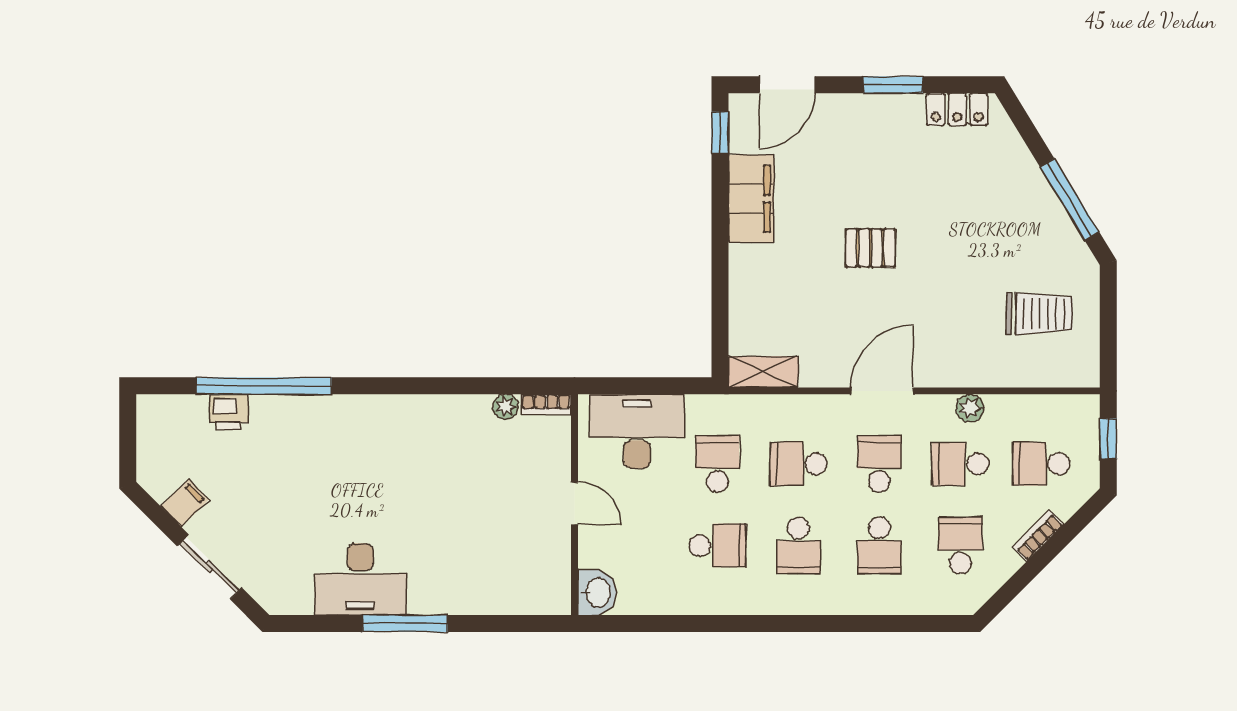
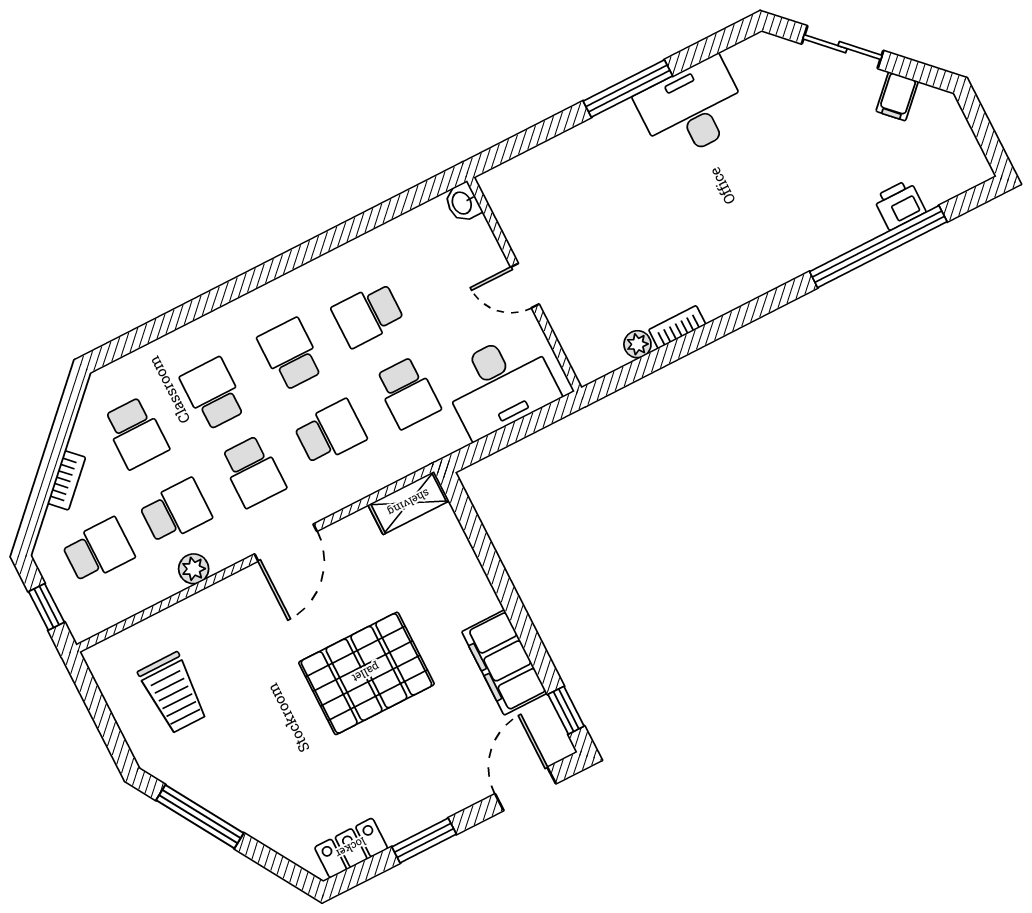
pallet: (870, 248) -> (366, 673), width x2.05, depth x2.00
trolley: (1039, 314) -> (173, 693), turned -90
bookcase: (546, 404) -> (677, 327), moved
washbasin: (597, 592) -> (463, 203), width x0.72, depth x0.69

